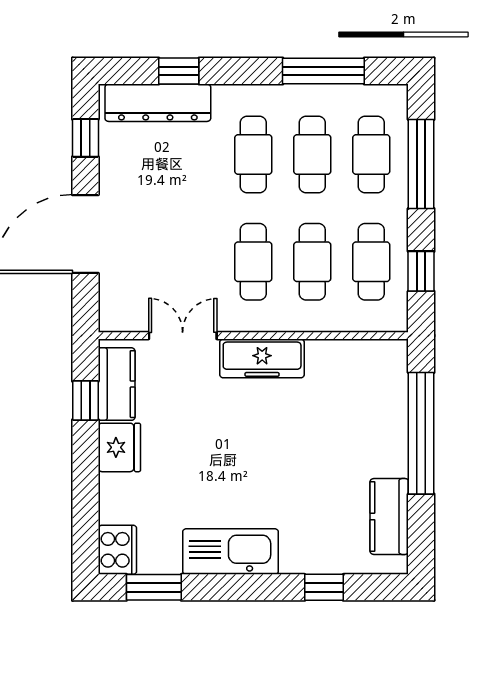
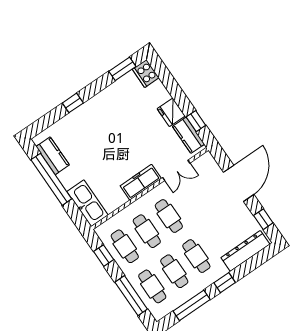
window: (179, 71) -> (225, 283), moved
window: (421, 433) -> (51, 179), moved
kitchen sink: (230, 552) -> (87, 203), moved, turned -90
window: (324, 587) -> (73, 103), moved

